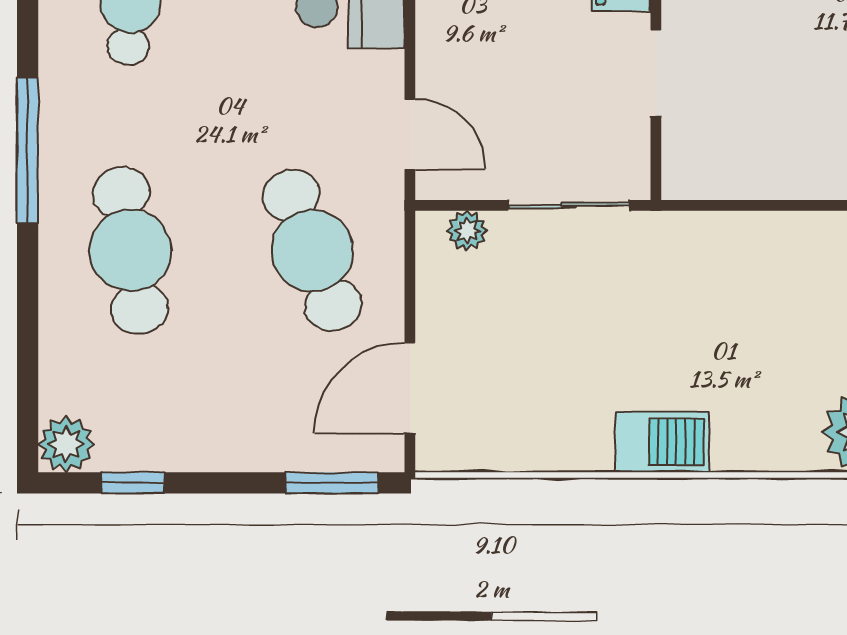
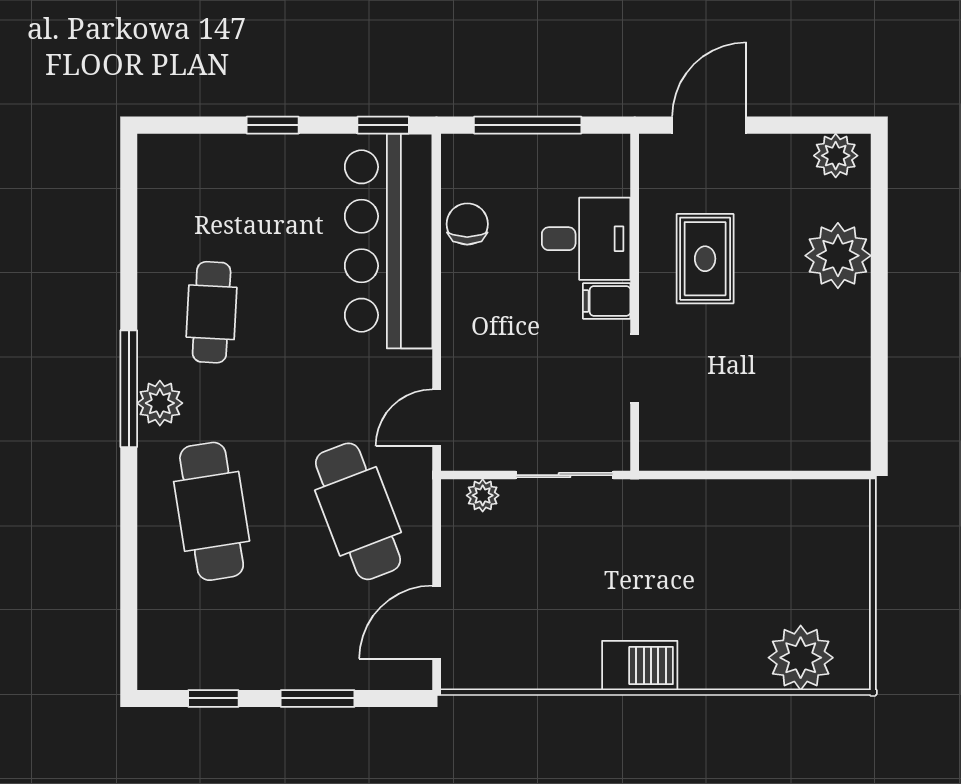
door: (410, 134) -> (437, 418), swing flipped
window: (28, 150) -> (129, 389), moved
plant: (66, 444) -> (160, 403), moved
window: (332, 483) -> (318, 698), moved

